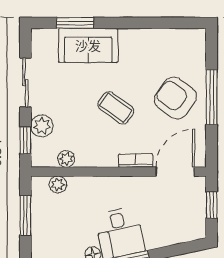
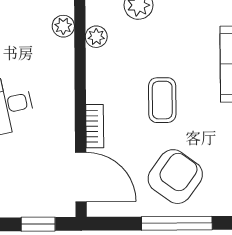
coffee table: (116, 108) -> (162, 100), turned -36

